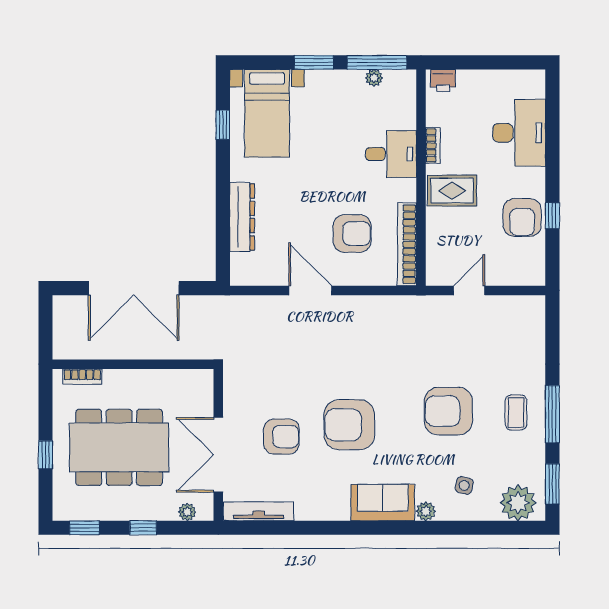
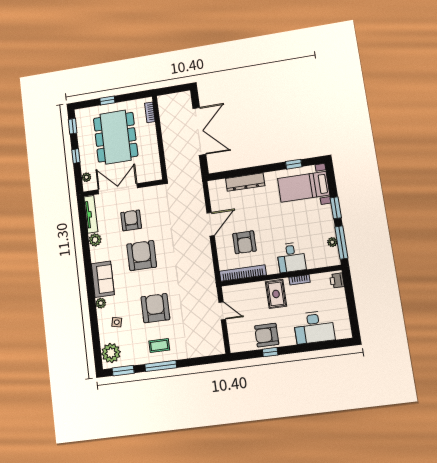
double door: (134, 288) -> (199, 131), swing flipped
armchair: (281, 437) -> (131, 220), turned 180
plant: (308, 509) -> (95, 240), added

